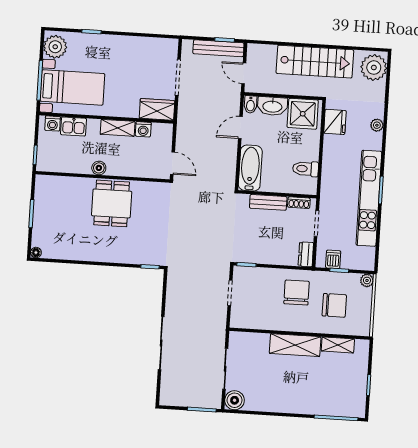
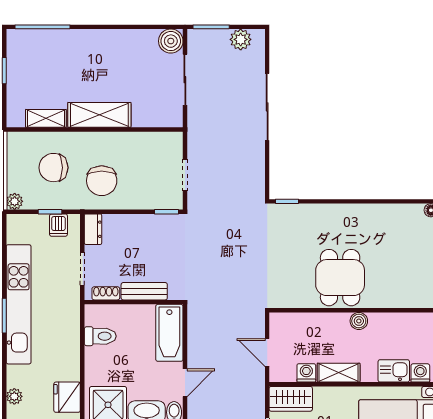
door: (172, 163) -> (267, 353), moved
plant: (179, 398) -> (241, 39), added

